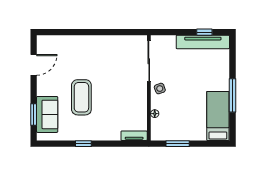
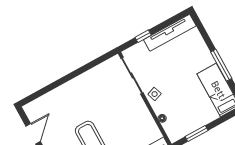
window: (204, 32) -> (143, 36), moved

